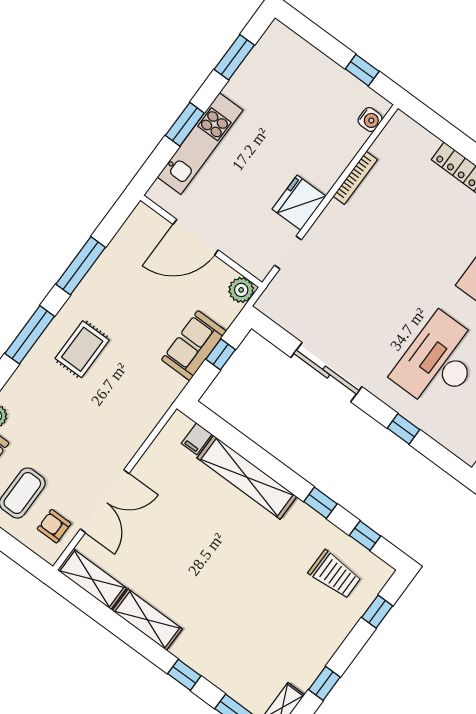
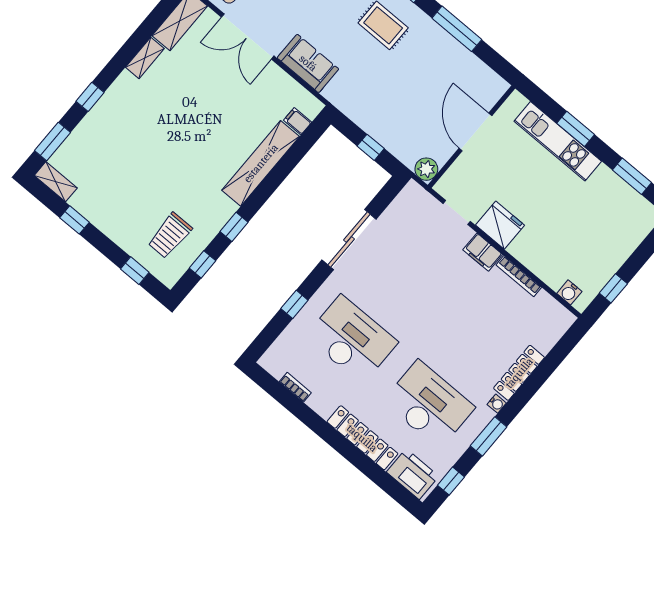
filing cabinet: (331, 220) -> (483, 252), added
sofa: (194, 346) -> (308, 63), moved
shelving: (147, 620) -> (145, 58), width x0.67, depth x0.75

